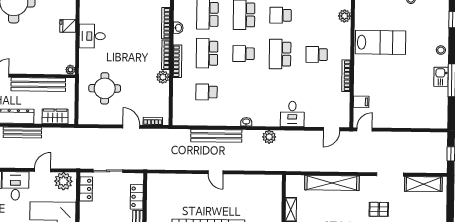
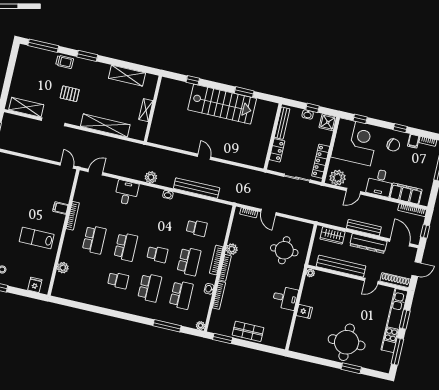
lab bench: (381, 42) -> (37, 238), width x0.73, depth x0.72
school desk: (317, 55) -> (94, 240), width x1.85
filing cabinet: (361, 102) -> (60, 208), moved
door: (365, 129) -> (67, 166), swing flipped
locker: (86, 189) -> (321, 161), width x1.53

